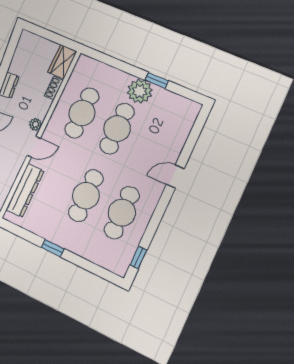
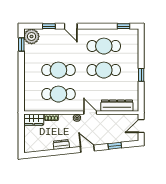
window: (157, 80) -> (21, 45), moved
plant: (140, 91) -> (32, 36), moved
window: (190, 144) -> (49, 26), added

